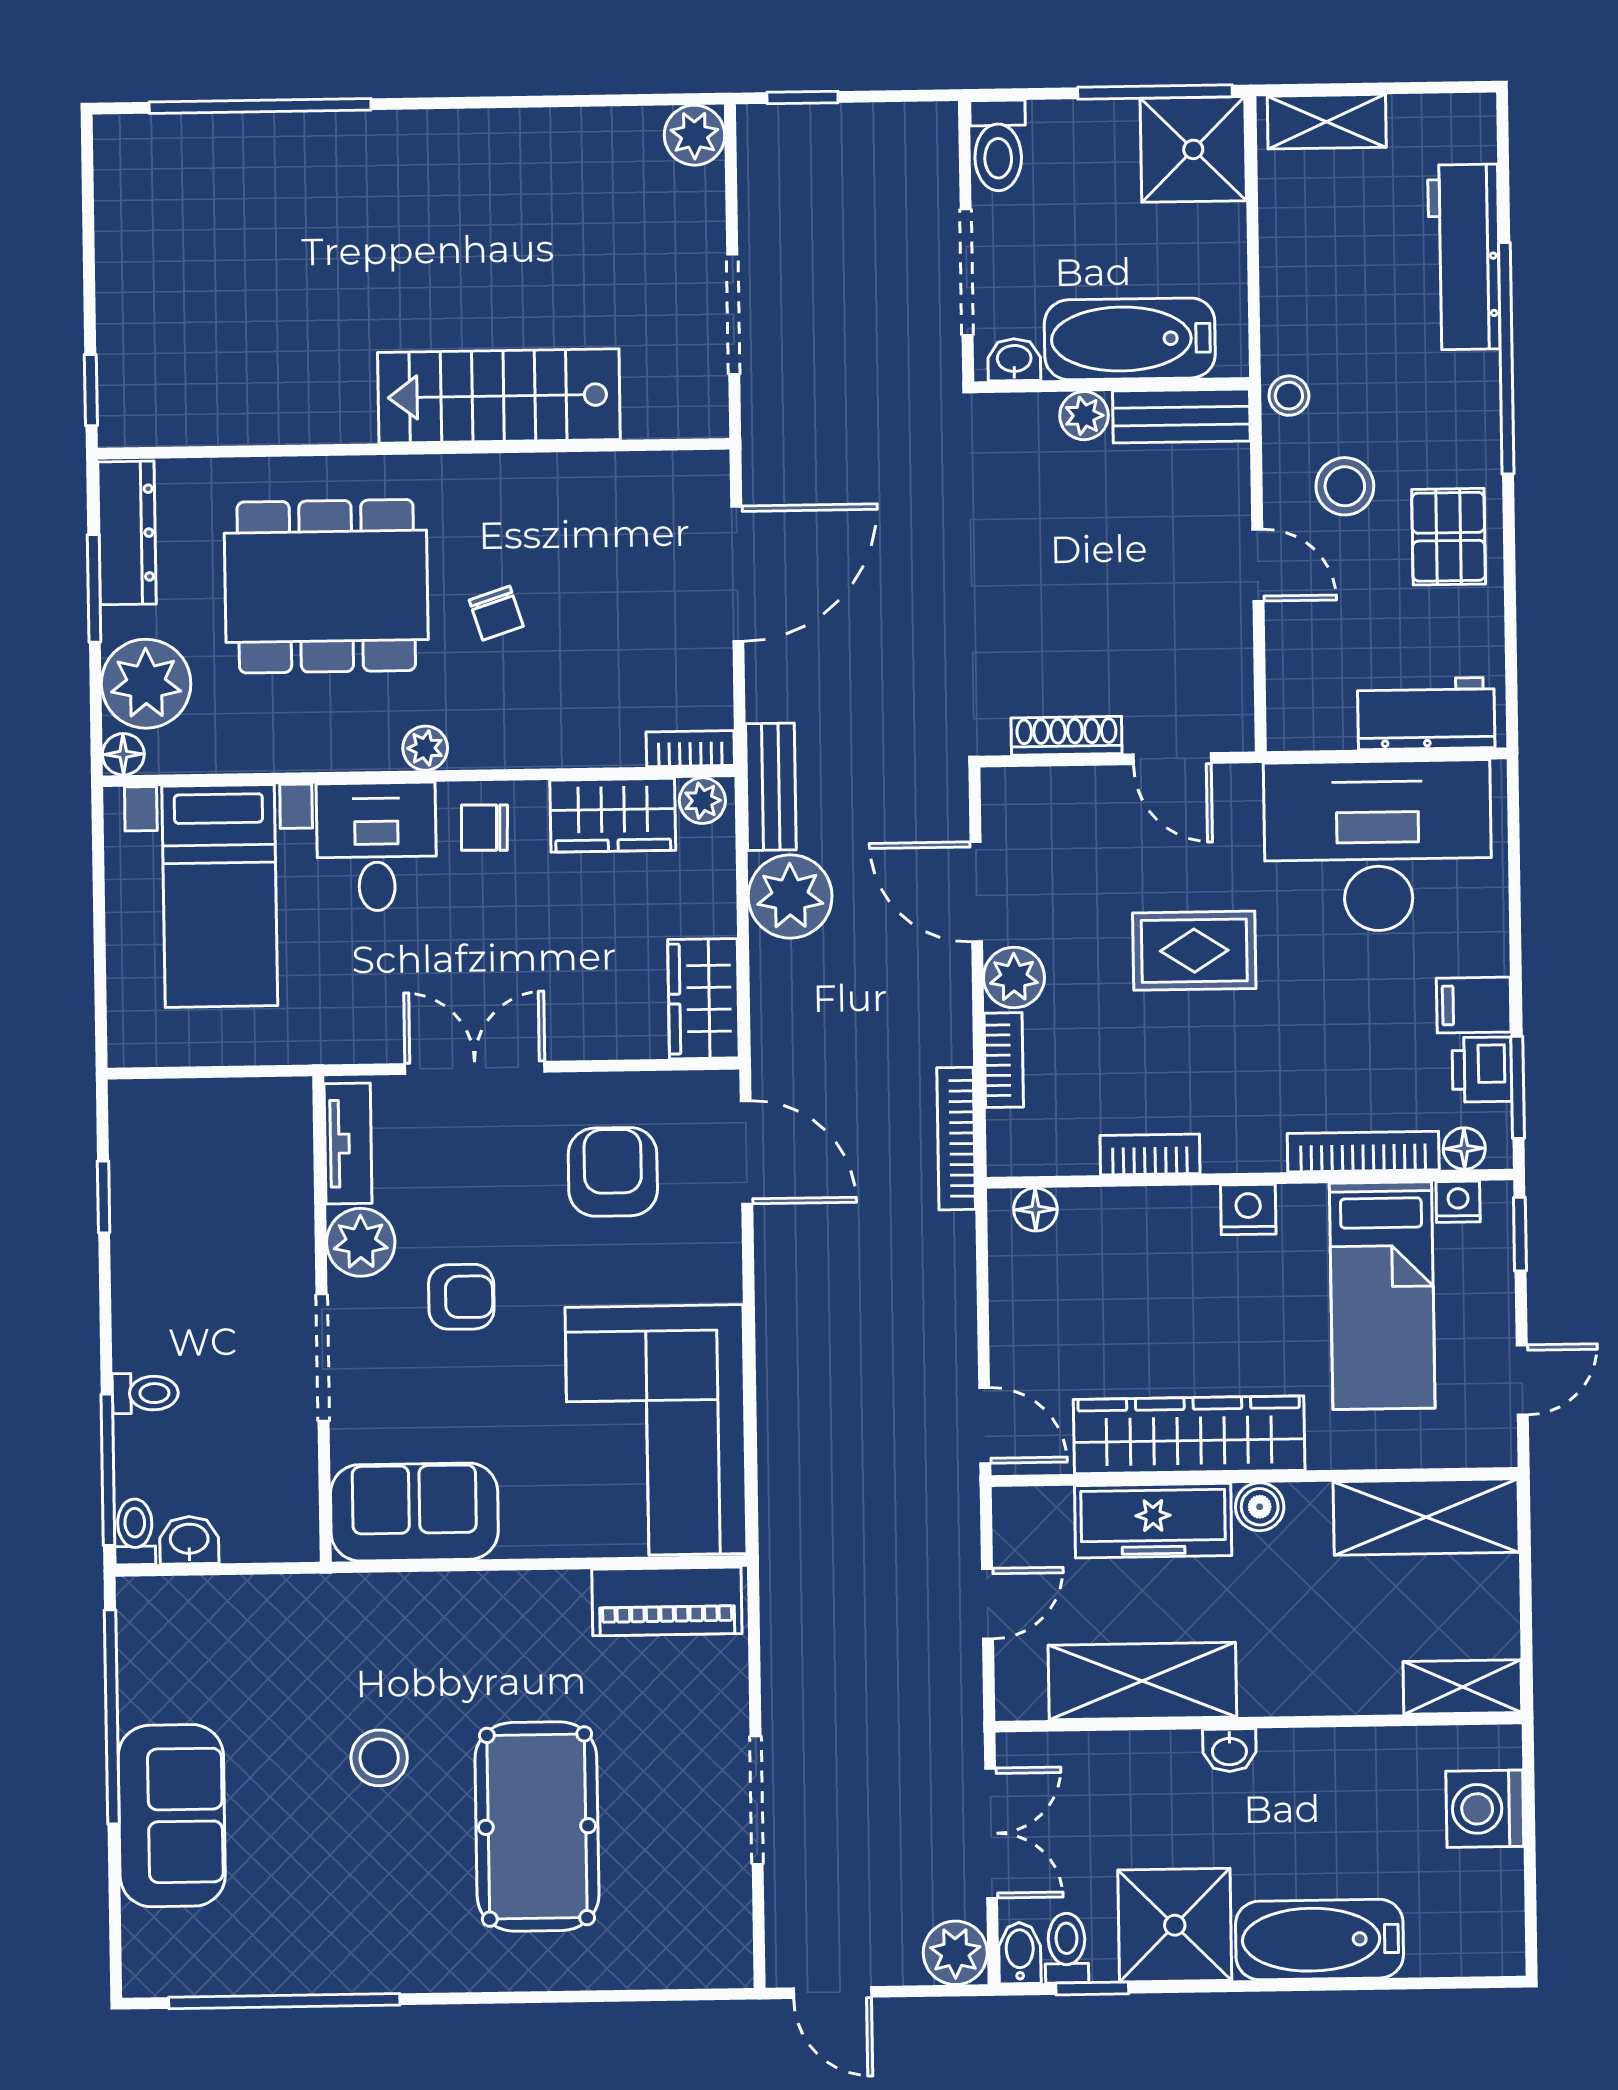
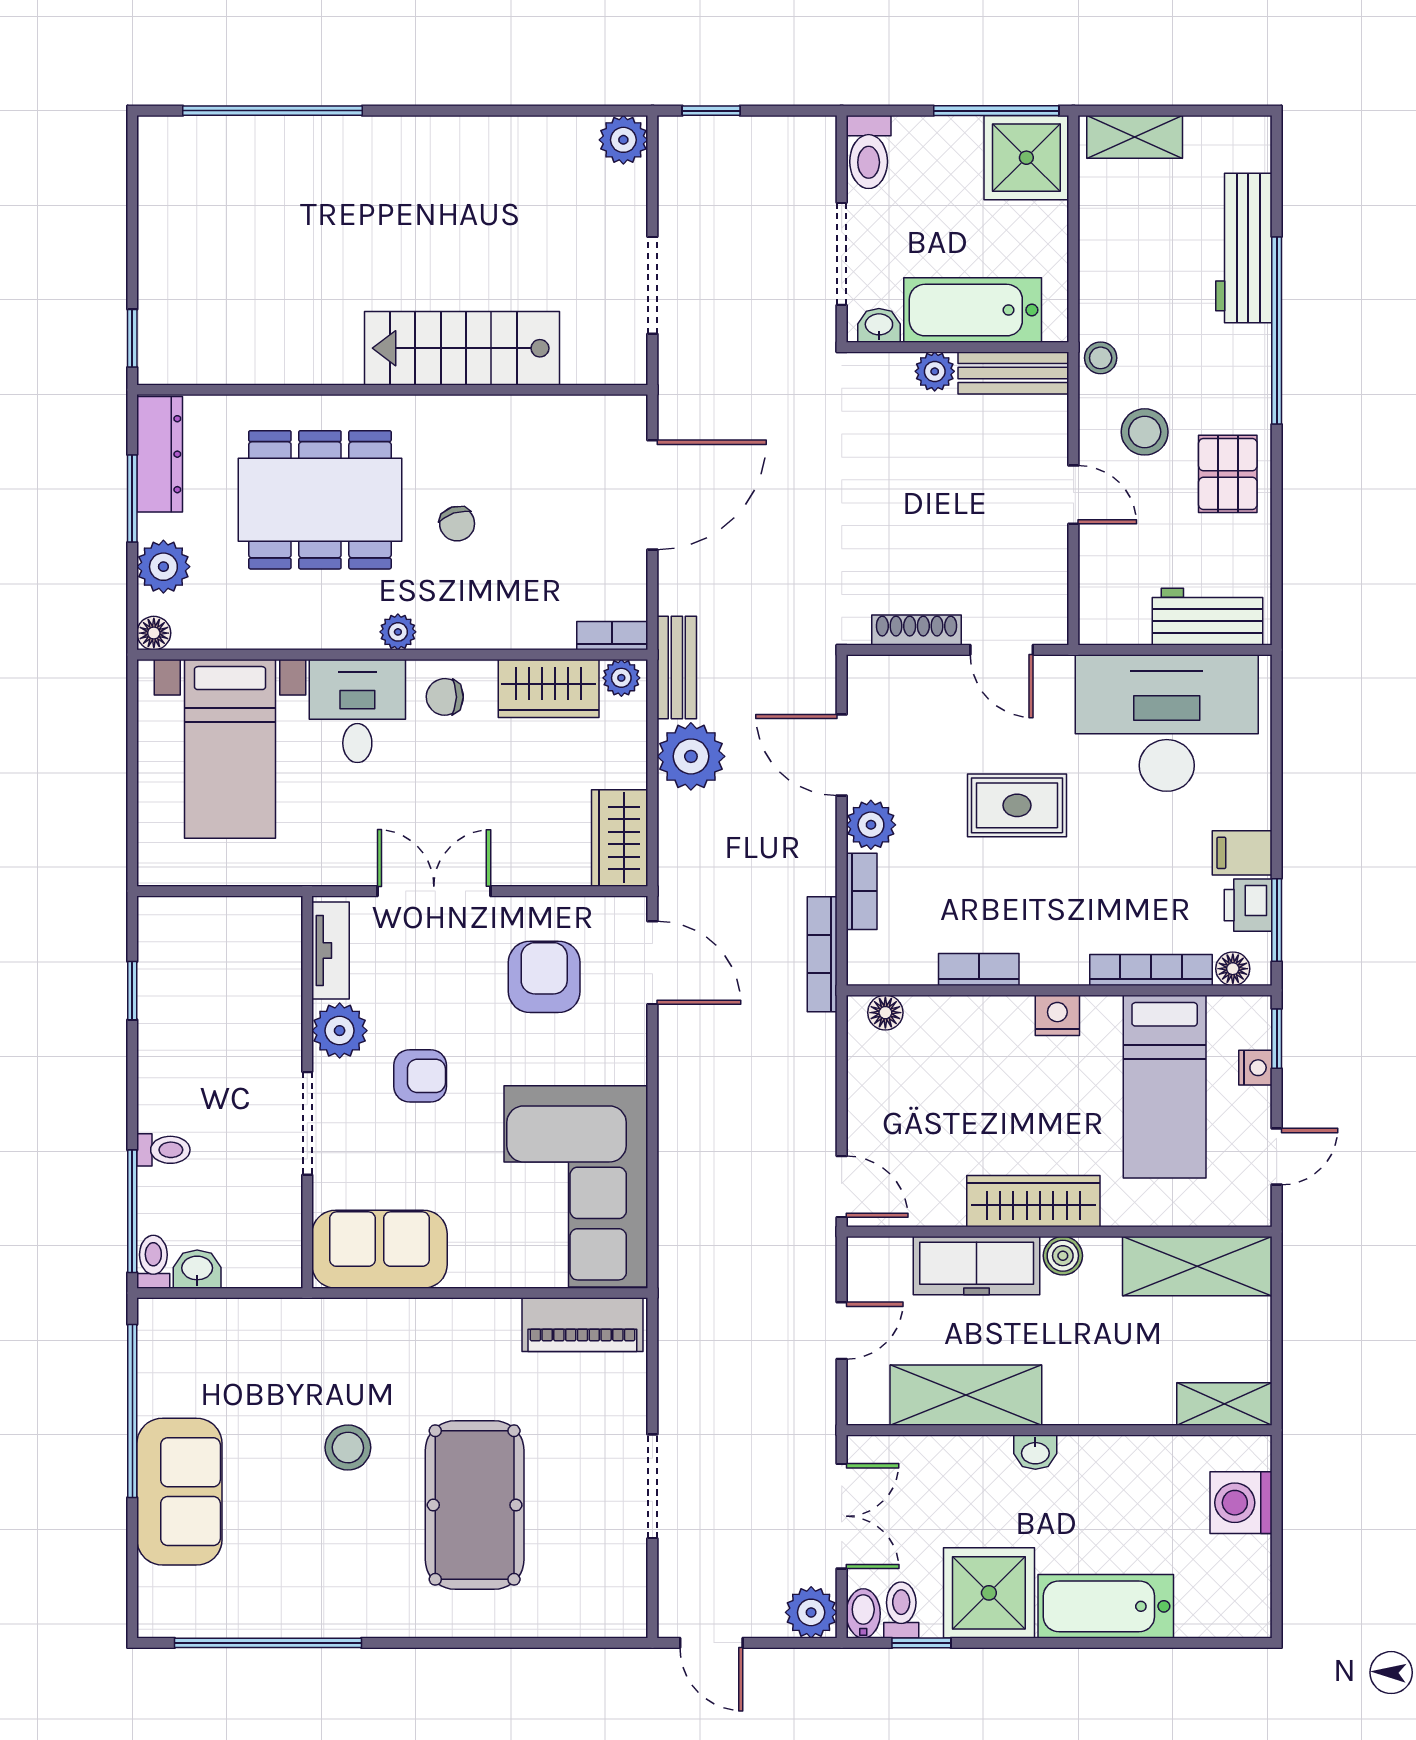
plant: (146, 684) -> (163, 567), width x0.73, depth x0.73
nightstand: (1458, 1202) -> (1255, 1068), moved, turned 90
wardrobe: (1189, 1435) -> (1033, 1201), width x0.71, depth x0.85

